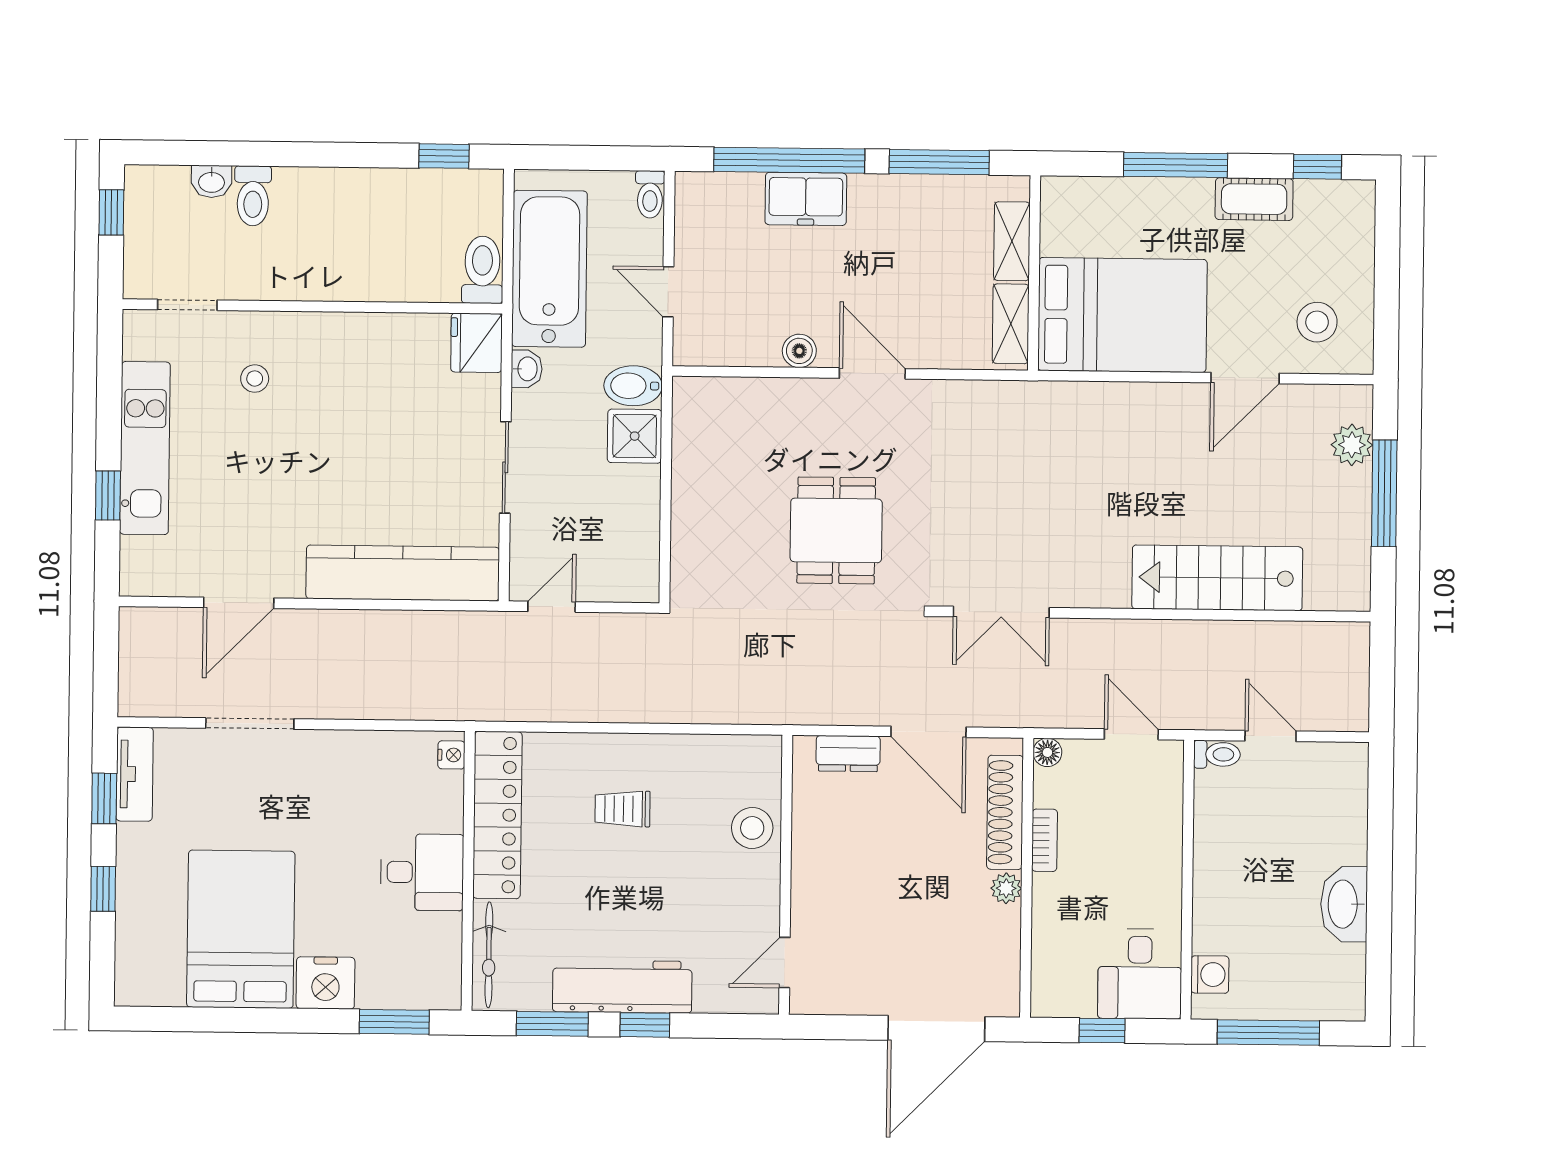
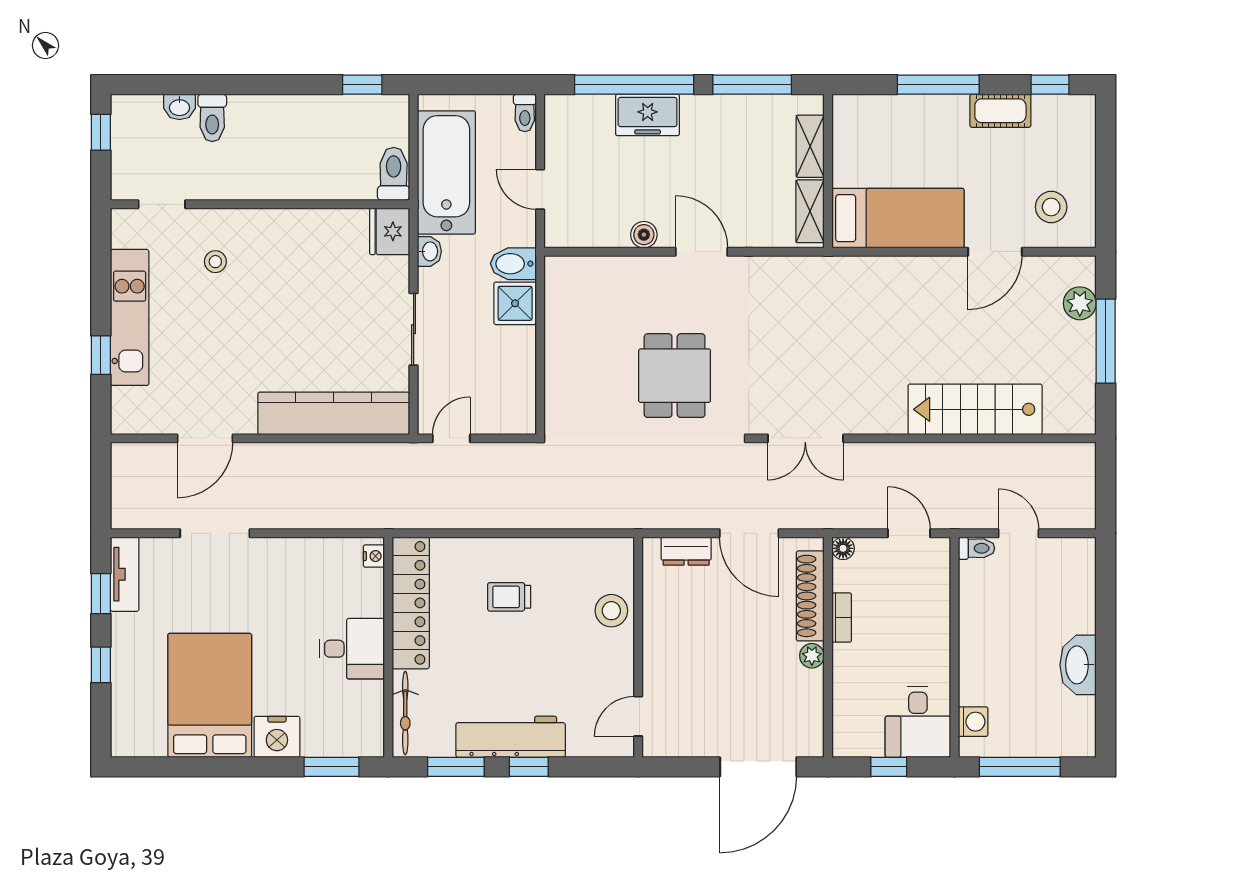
bed: (1122, 315) -> (898, 218), width x0.67

